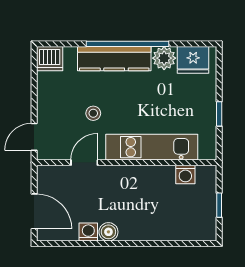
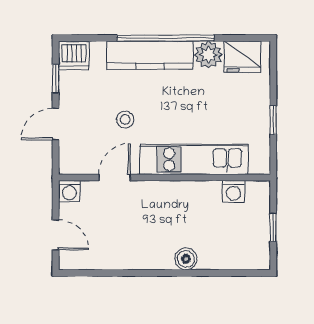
window: (34, 78) -> (56, 79), added
door: (34, 137) -> (56, 124), moved
door: (34, 211) -> (56, 235), width x0.73
washing machine: (88, 232) -> (69, 191), moved, turned 180
boiler: (108, 232) -> (186, 259), moved

